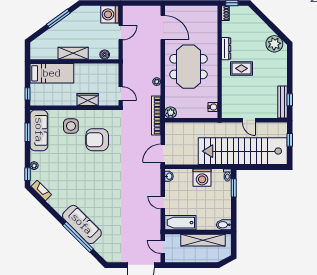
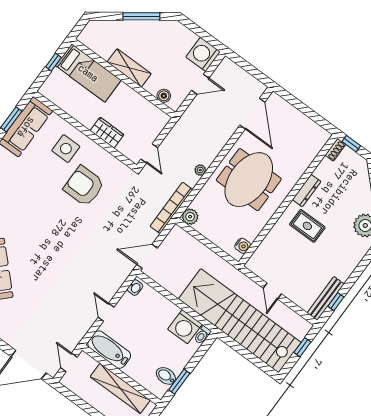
window: (27, 94) -> (53, 62), moved
washing machine: (202, 178) -> (185, 327), moved
window: (234, 188) -> (179, 382), moved
bidet: (224, 225) -> (166, 376), moved

